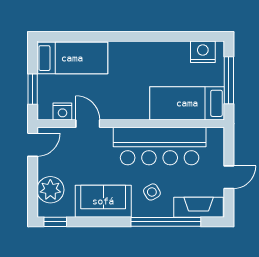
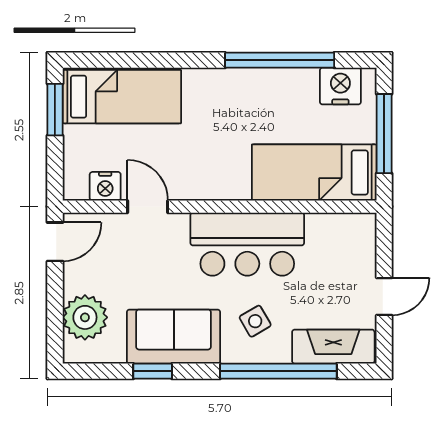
window: (167, 36) -> (280, 60), added
window: (33, 89) -> (55, 110), moved
bar counter: (160, 146) -> (247, 244), width x0.73
window: (55, 222) -> (153, 371), moved

